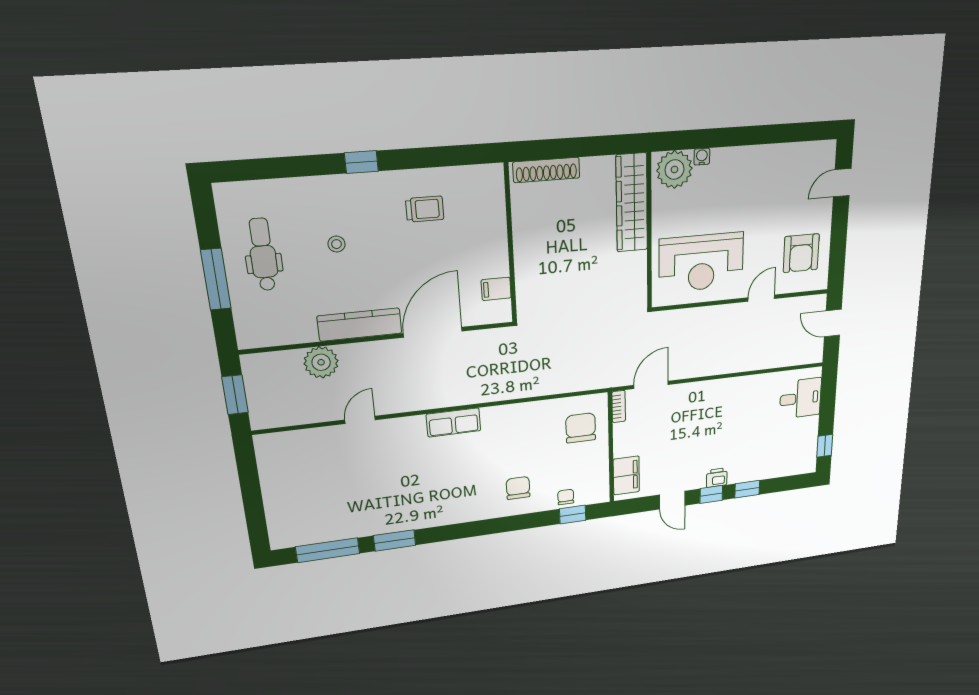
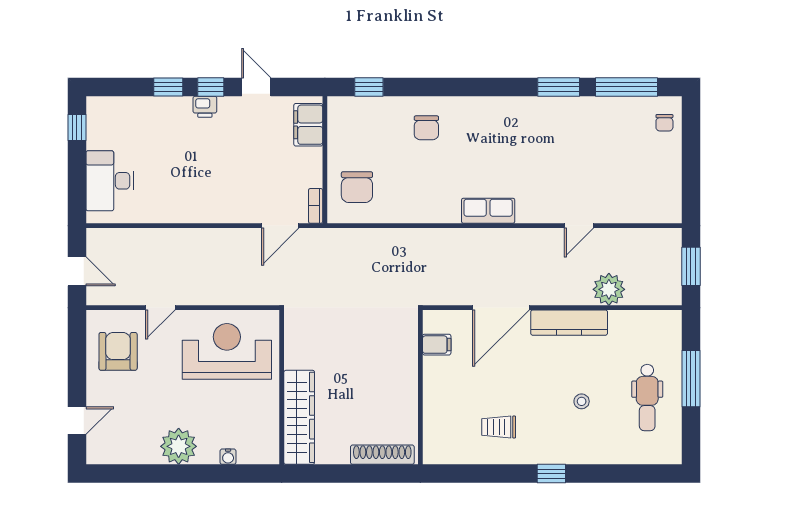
plant: (675, 169) -> (179, 446), moved
desk: (800, 398) -> (110, 181), width x1.37
chair: (566, 497) -> (664, 123), moved

